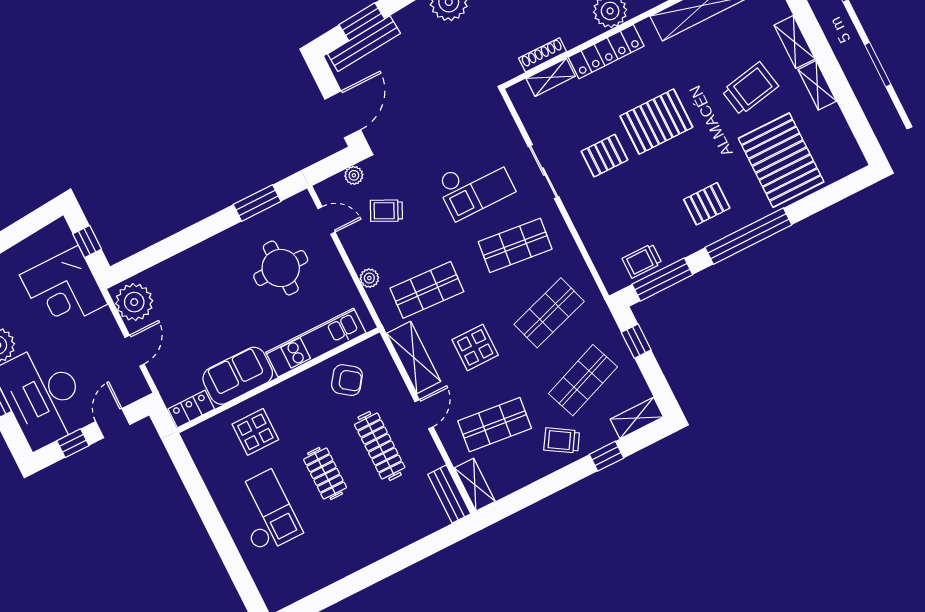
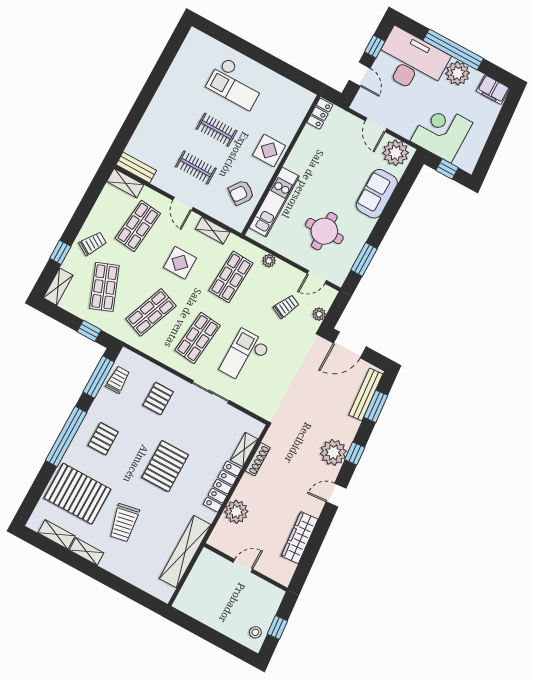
shelving: (795, 42) -> (57, 534), moved
door: (343, 114) -> (350, 345), hinge flipped
pallet: (604, 156) -> (158, 398), moved
shop shelf: (549, 313) -> (151, 312), turned 39
shelving: (414, 357) -> (213, 230), width x0.67, depth x0.75
sofa: (238, 376) -> (377, 194), moved, turned 180
display table: (255, 432) -> (269, 150), moved
clothes rail: (380, 446) -> (196, 168), width x0.73

